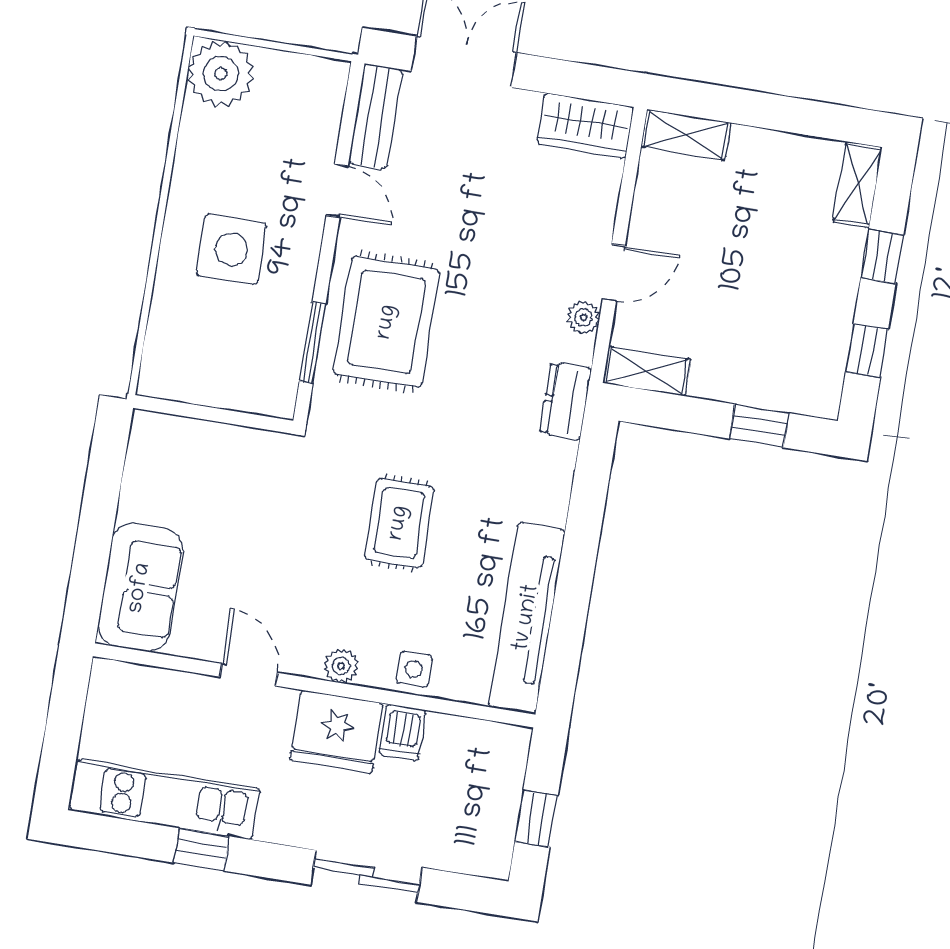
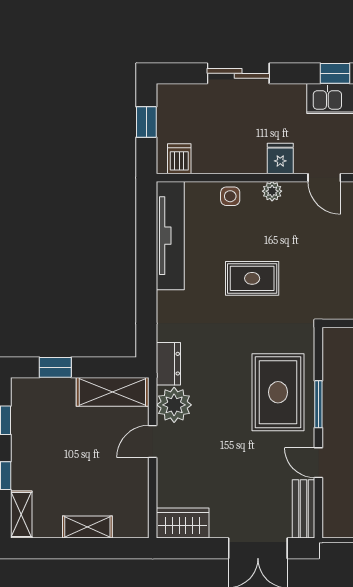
shelving: (686, 135) -> (87, 527), moved
plant: (583, 317) -> (174, 405), width x1.87, depth x1.87
window: (313, 343) -> (318, 404), moved
shelving: (647, 371) -> (112, 392), width x1.50, depth x1.33
rug: (399, 523) -> (252, 278), turned 90
fridge: (336, 732) -> (280, 158), width x0.53, depth x0.75
dishwasher: (403, 733) -> (179, 159), moved

